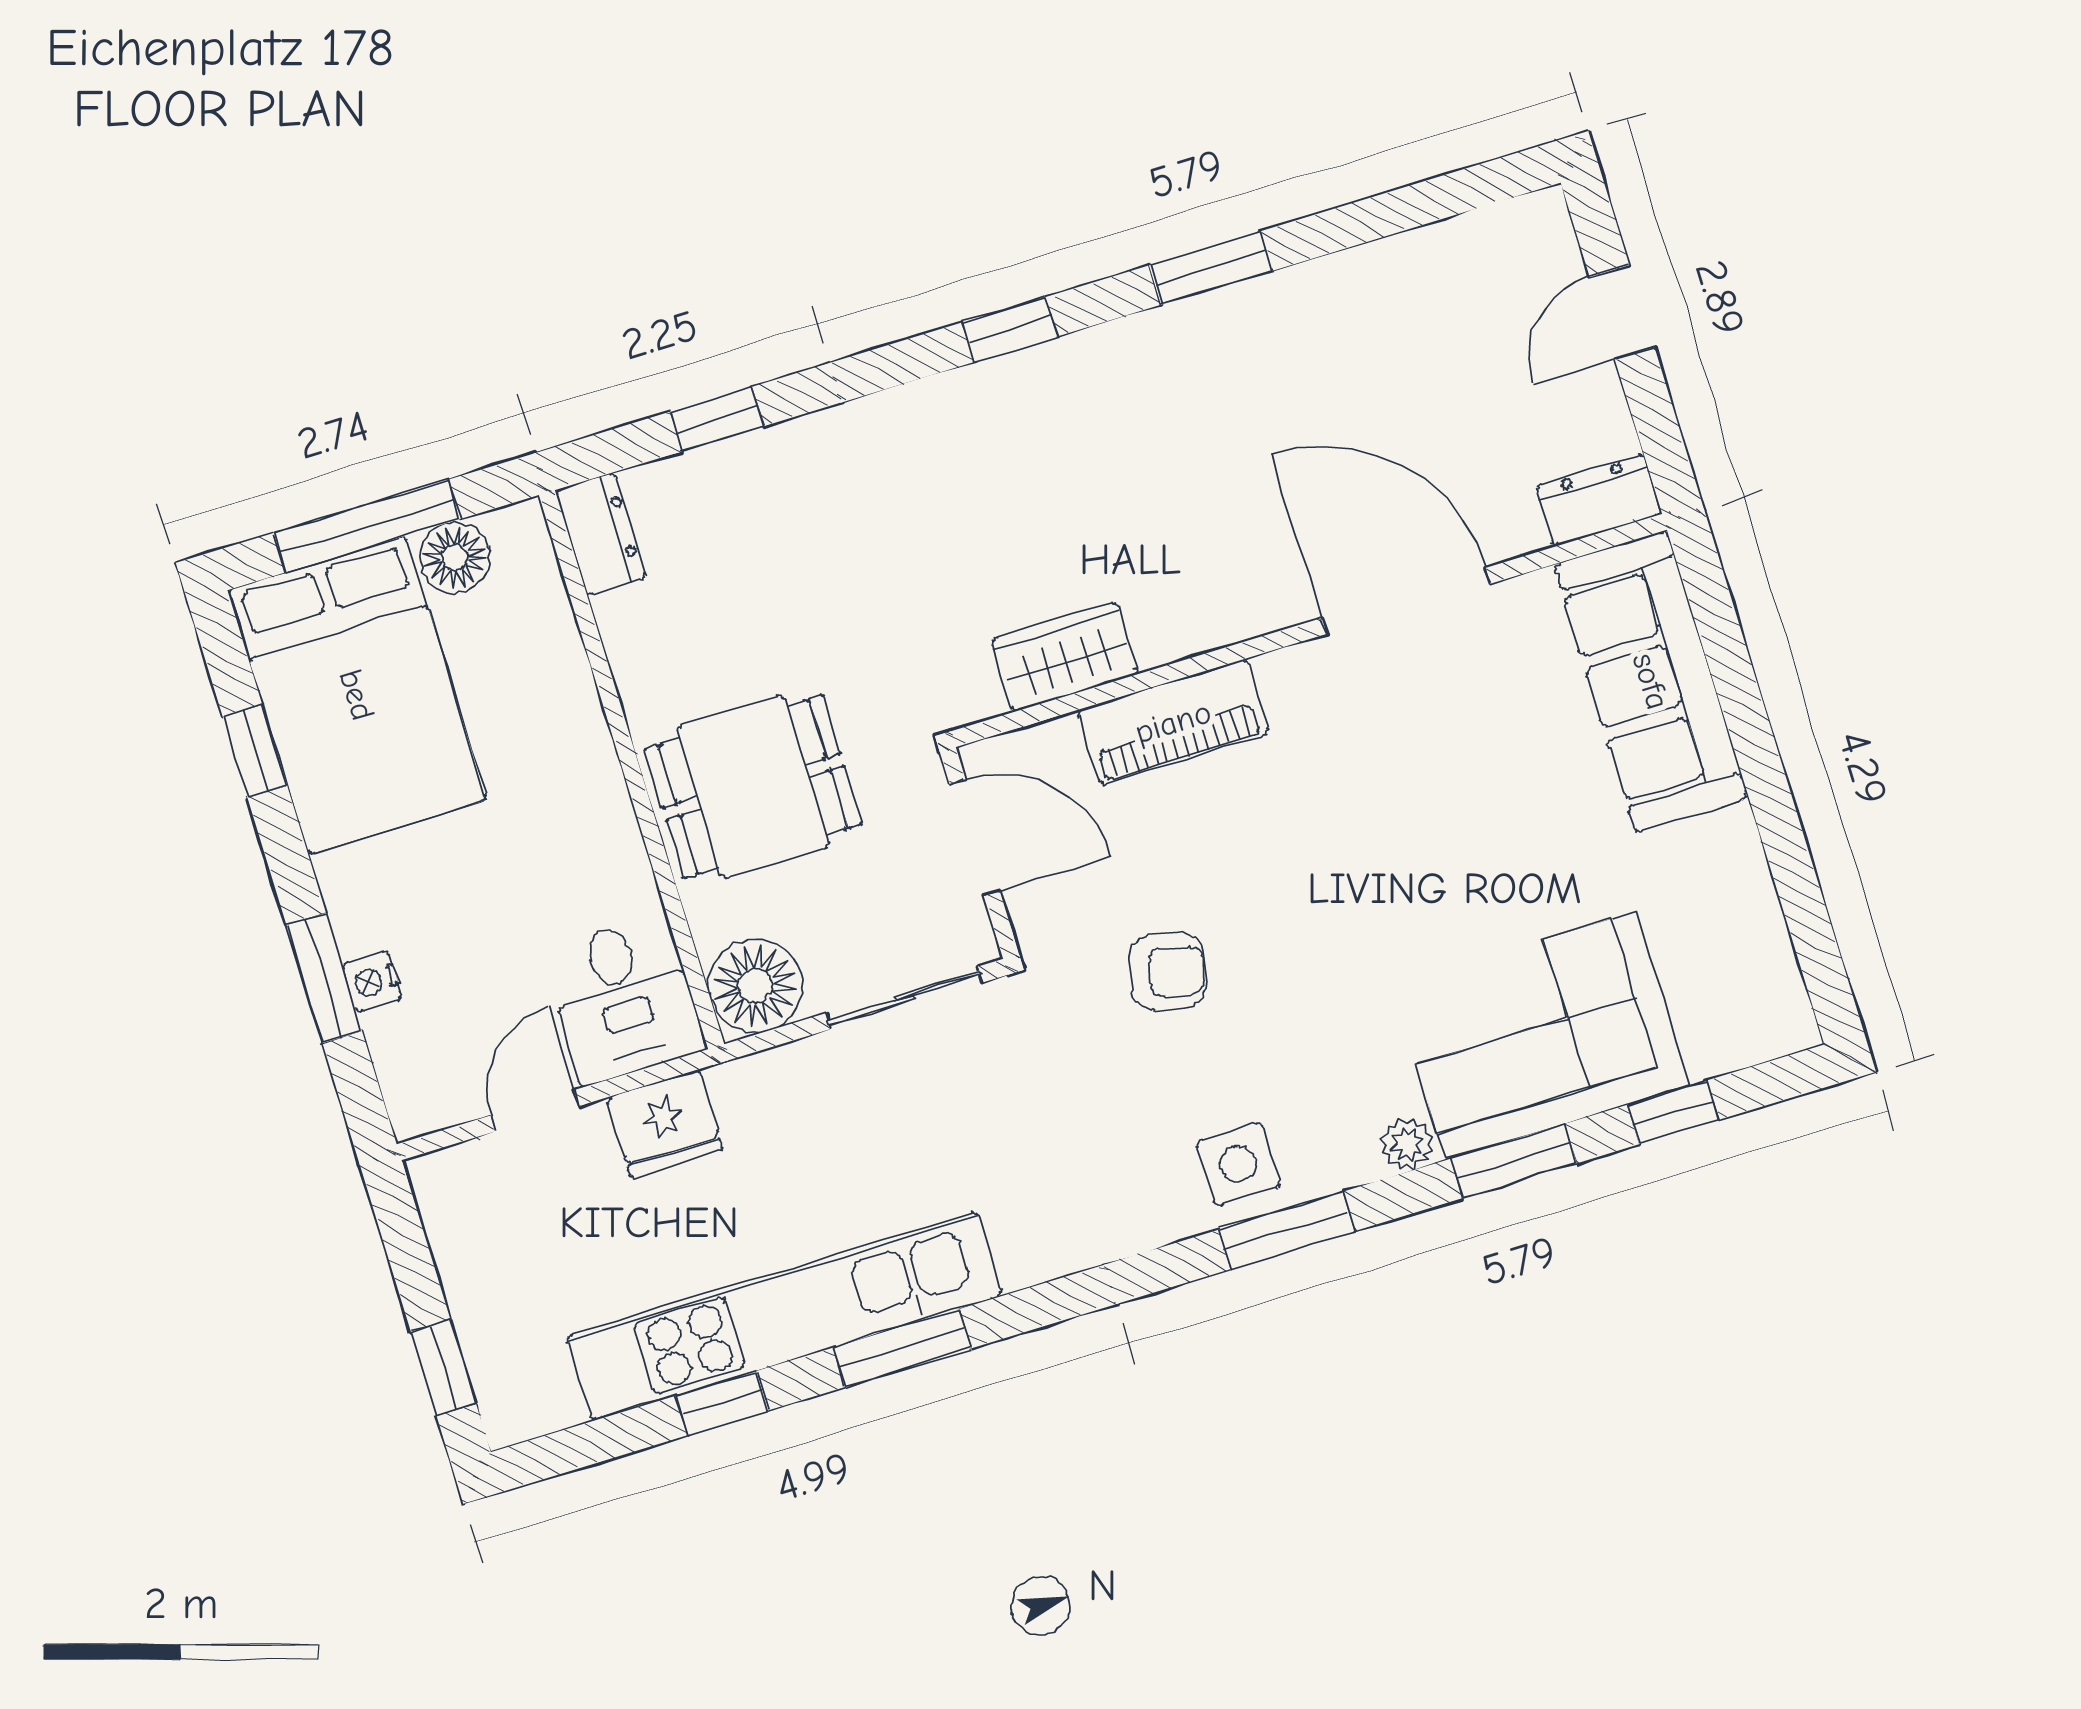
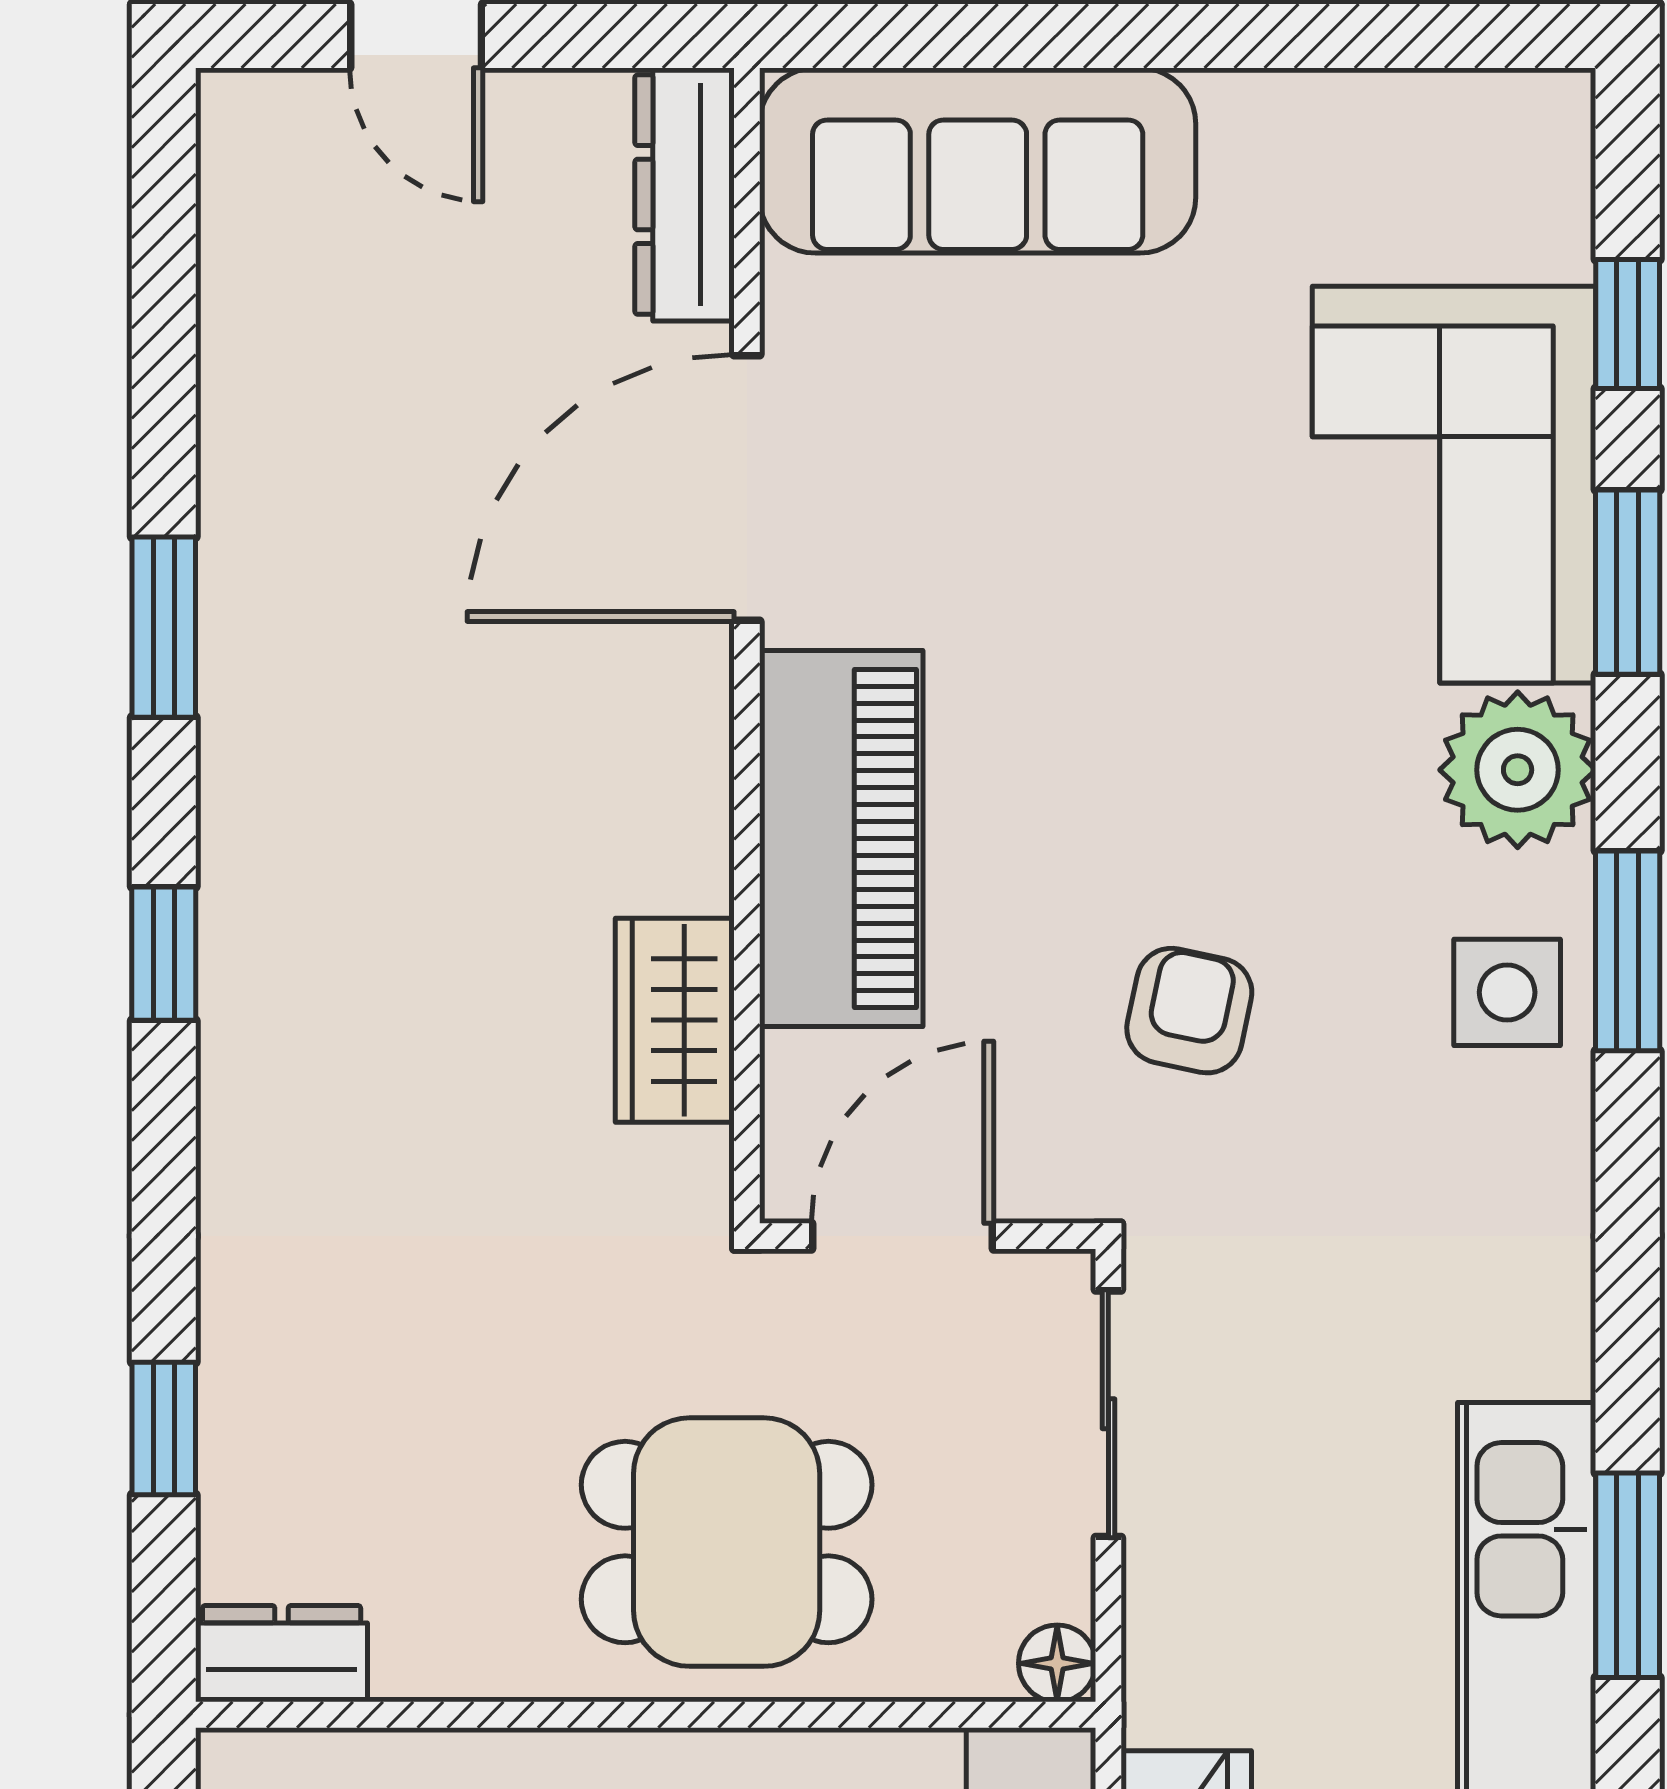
dresser: (1599, 500) -> (685, 195), width x1.44
piano: (1173, 722) -> (841, 838), width x1.37, depth x1.33
dining table: (753, 787) -> (727, 1542), turned 90
floor lamp: (755, 986) -> (1057, 1663), width x0.53, depth x0.53
plant: (1407, 1144) -> (1518, 770), width x1.87, depth x1.87

